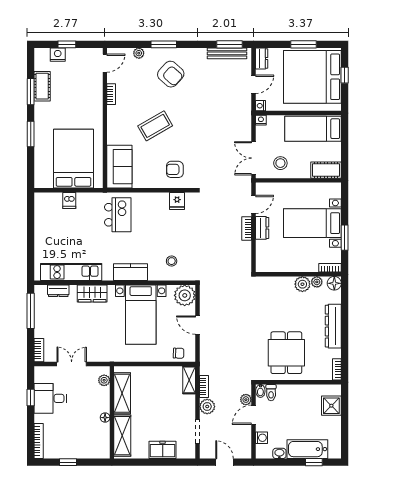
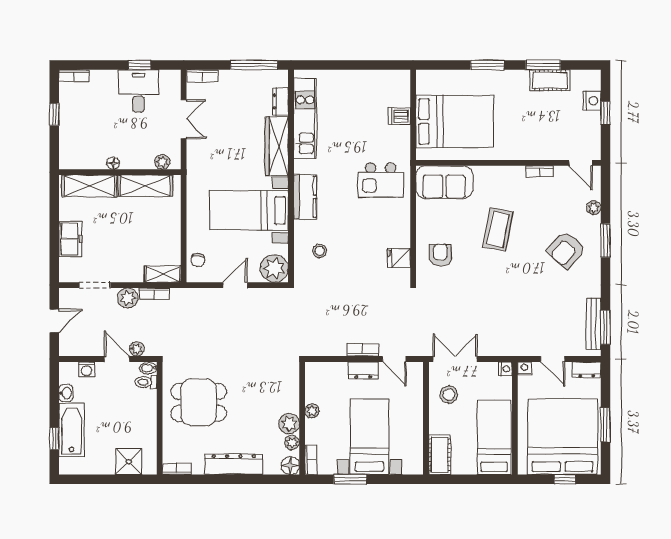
coffee table: (155, 126) -> (498, 229), turned 41
plant: (293, 267) -> (312, 411), added
wardrobe: (92, 293) -> (277, 146), width x1.50
bookcase: (39, 441) -> (74, 76), width x0.64

